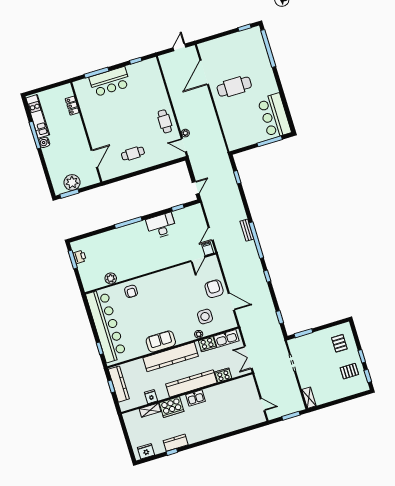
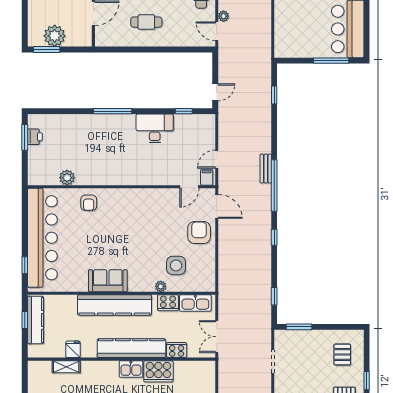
door: (231, 302) -> (217, 206), moved
cooker: (172, 407) -> (158, 371), moved

